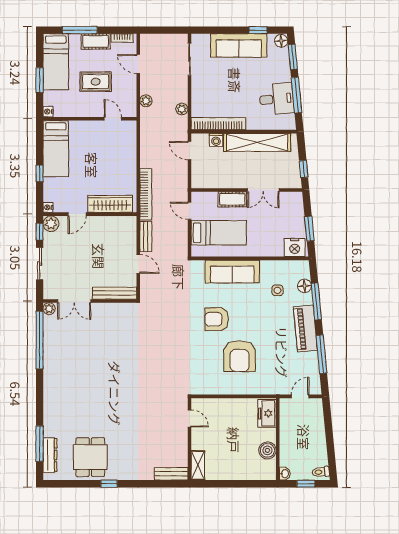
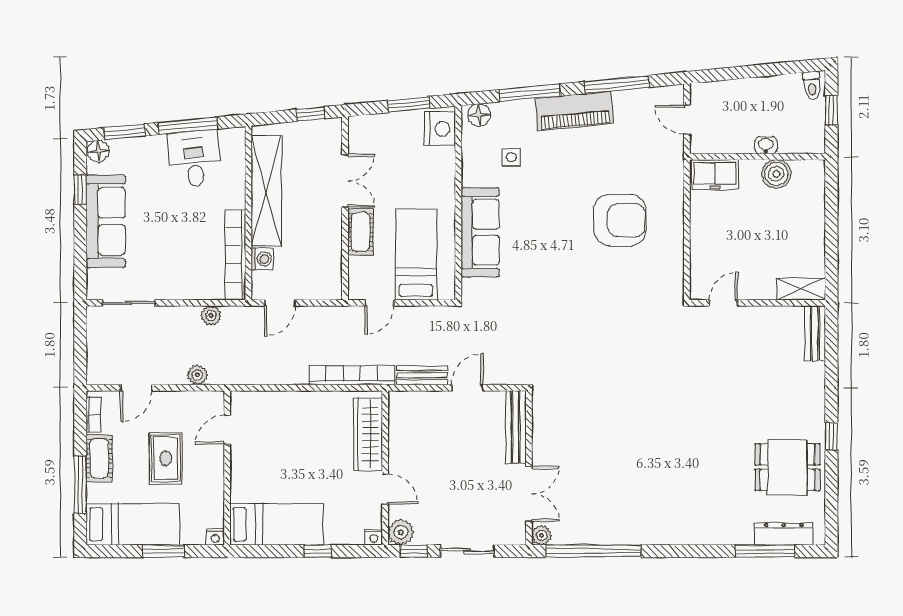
floor lamp: (304, 286) -> (479, 115), moved
armchair: (217, 319) -> (559, 258), removed
washbasin: (285, 474) -> (766, 145), moved

